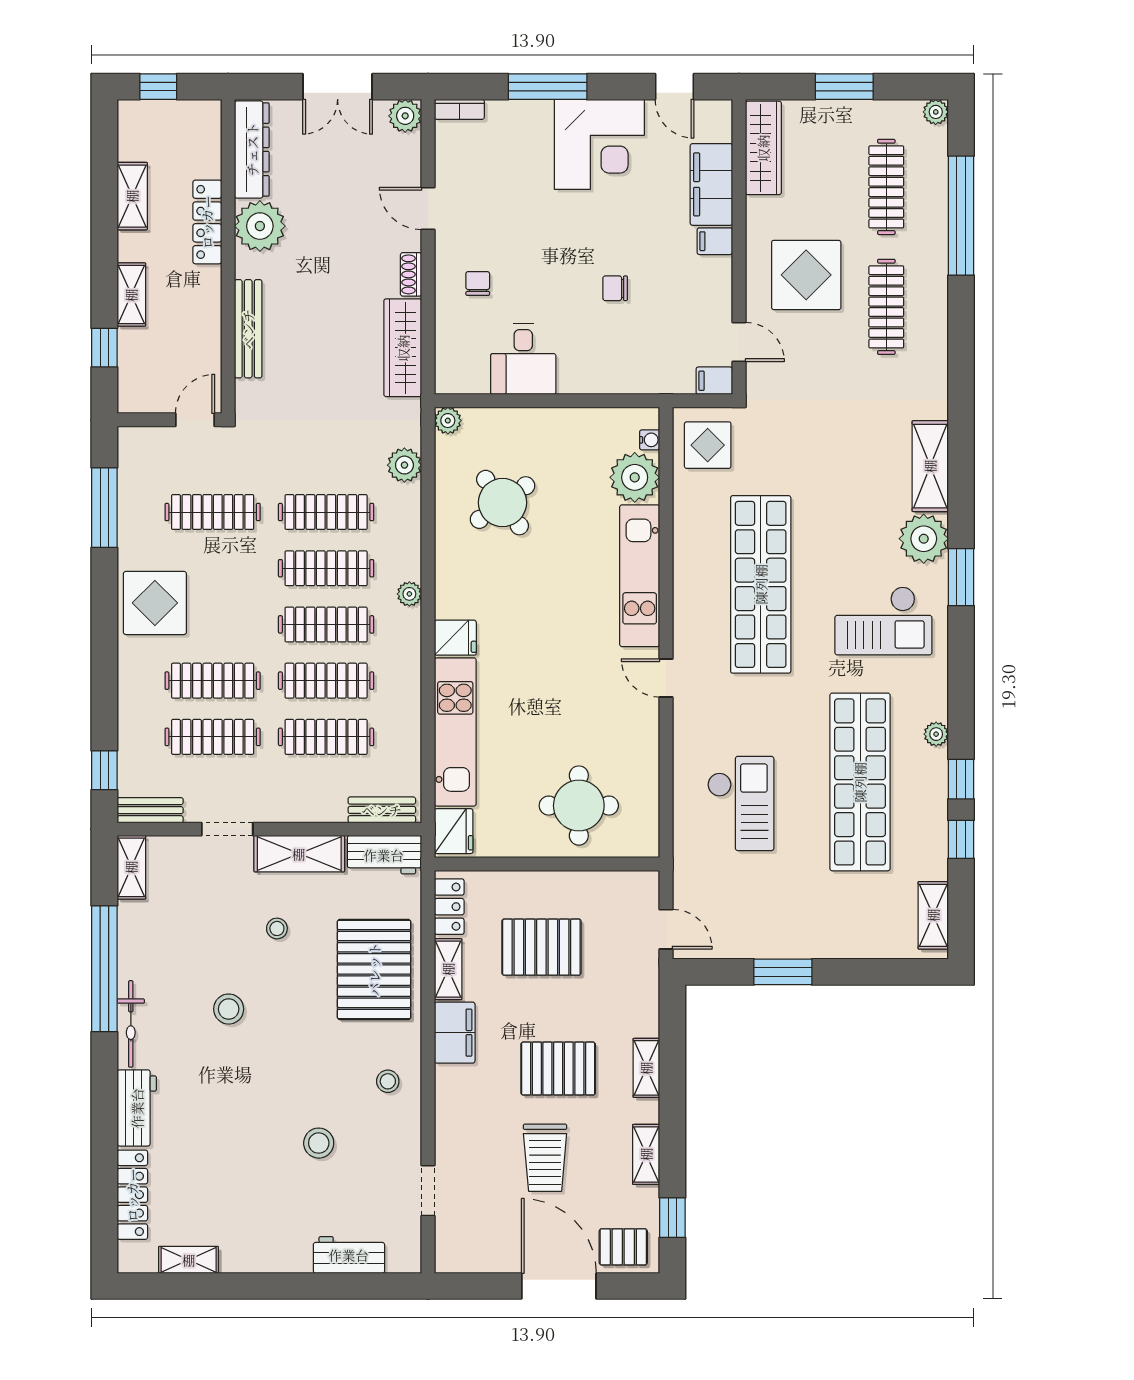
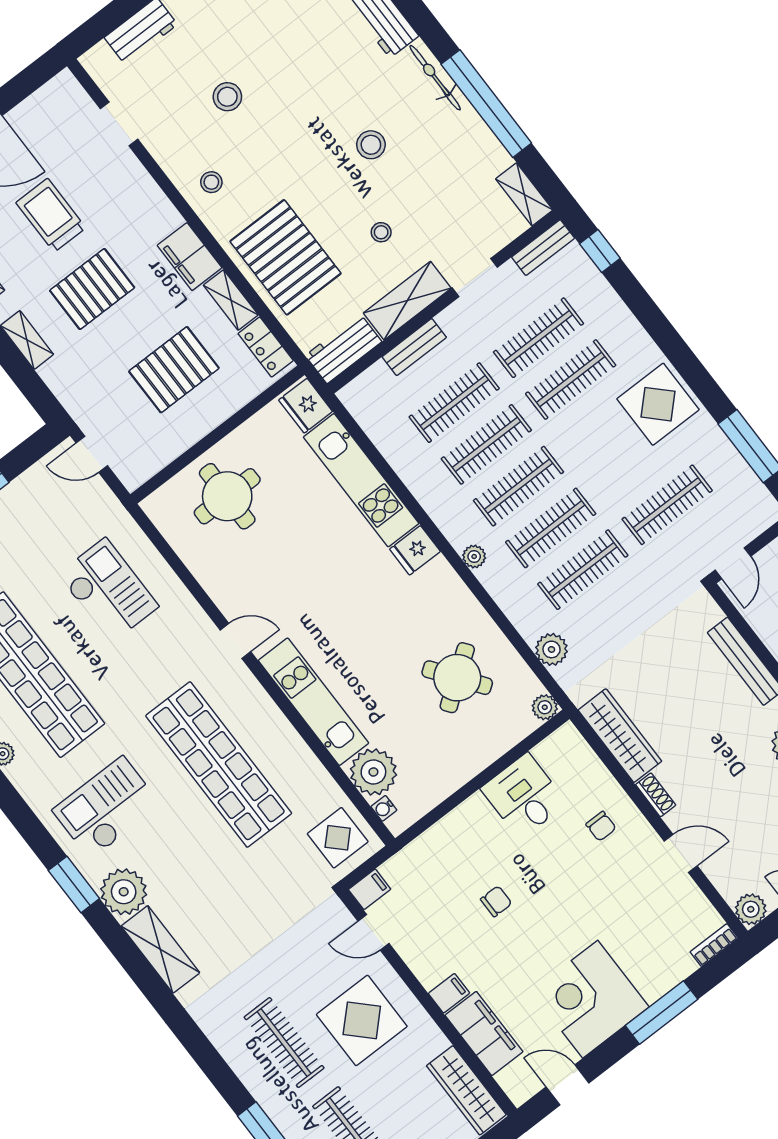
checkout: (741, 803) -> (108, 590), turned 180
bench: (382, 810) -> (414, 347), moved

